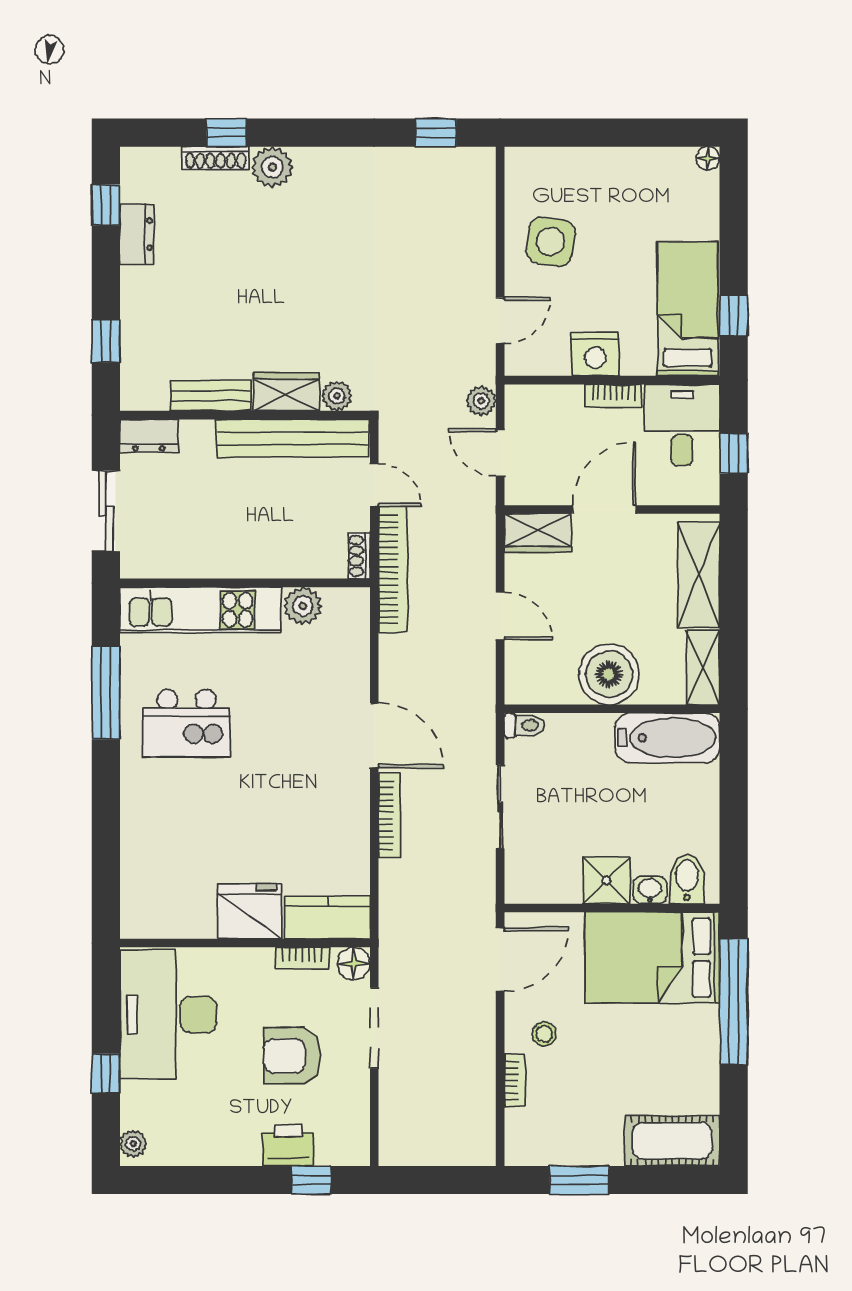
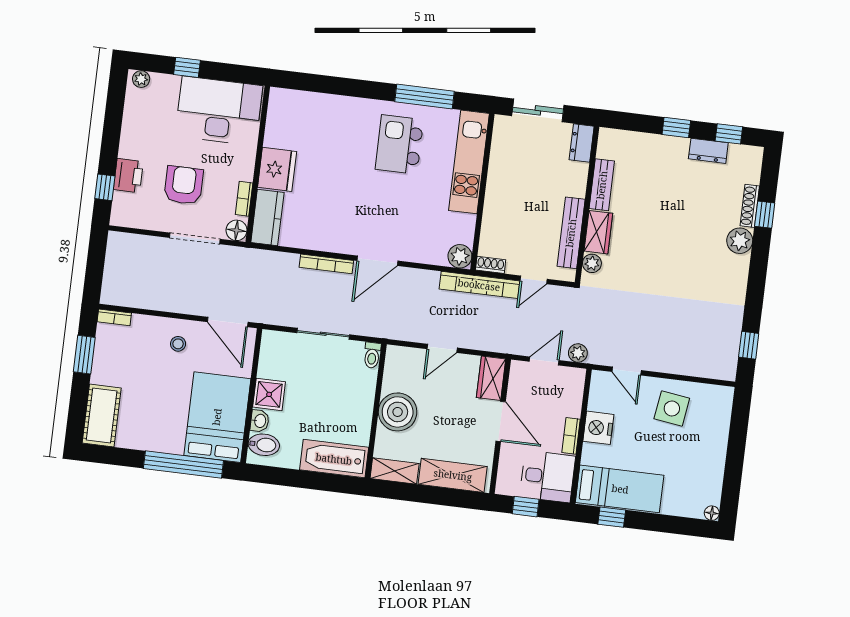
window: (106, 341) -> (676, 127), moved
bench: (293, 438) -> (571, 233), width x0.73, depth x0.82
plant: (303, 606) -> (460, 256), moved
bathtub: (667, 738) -> (334, 459), moved, turned 90
bookcase: (515, 1080) -> (114, 317), moved

